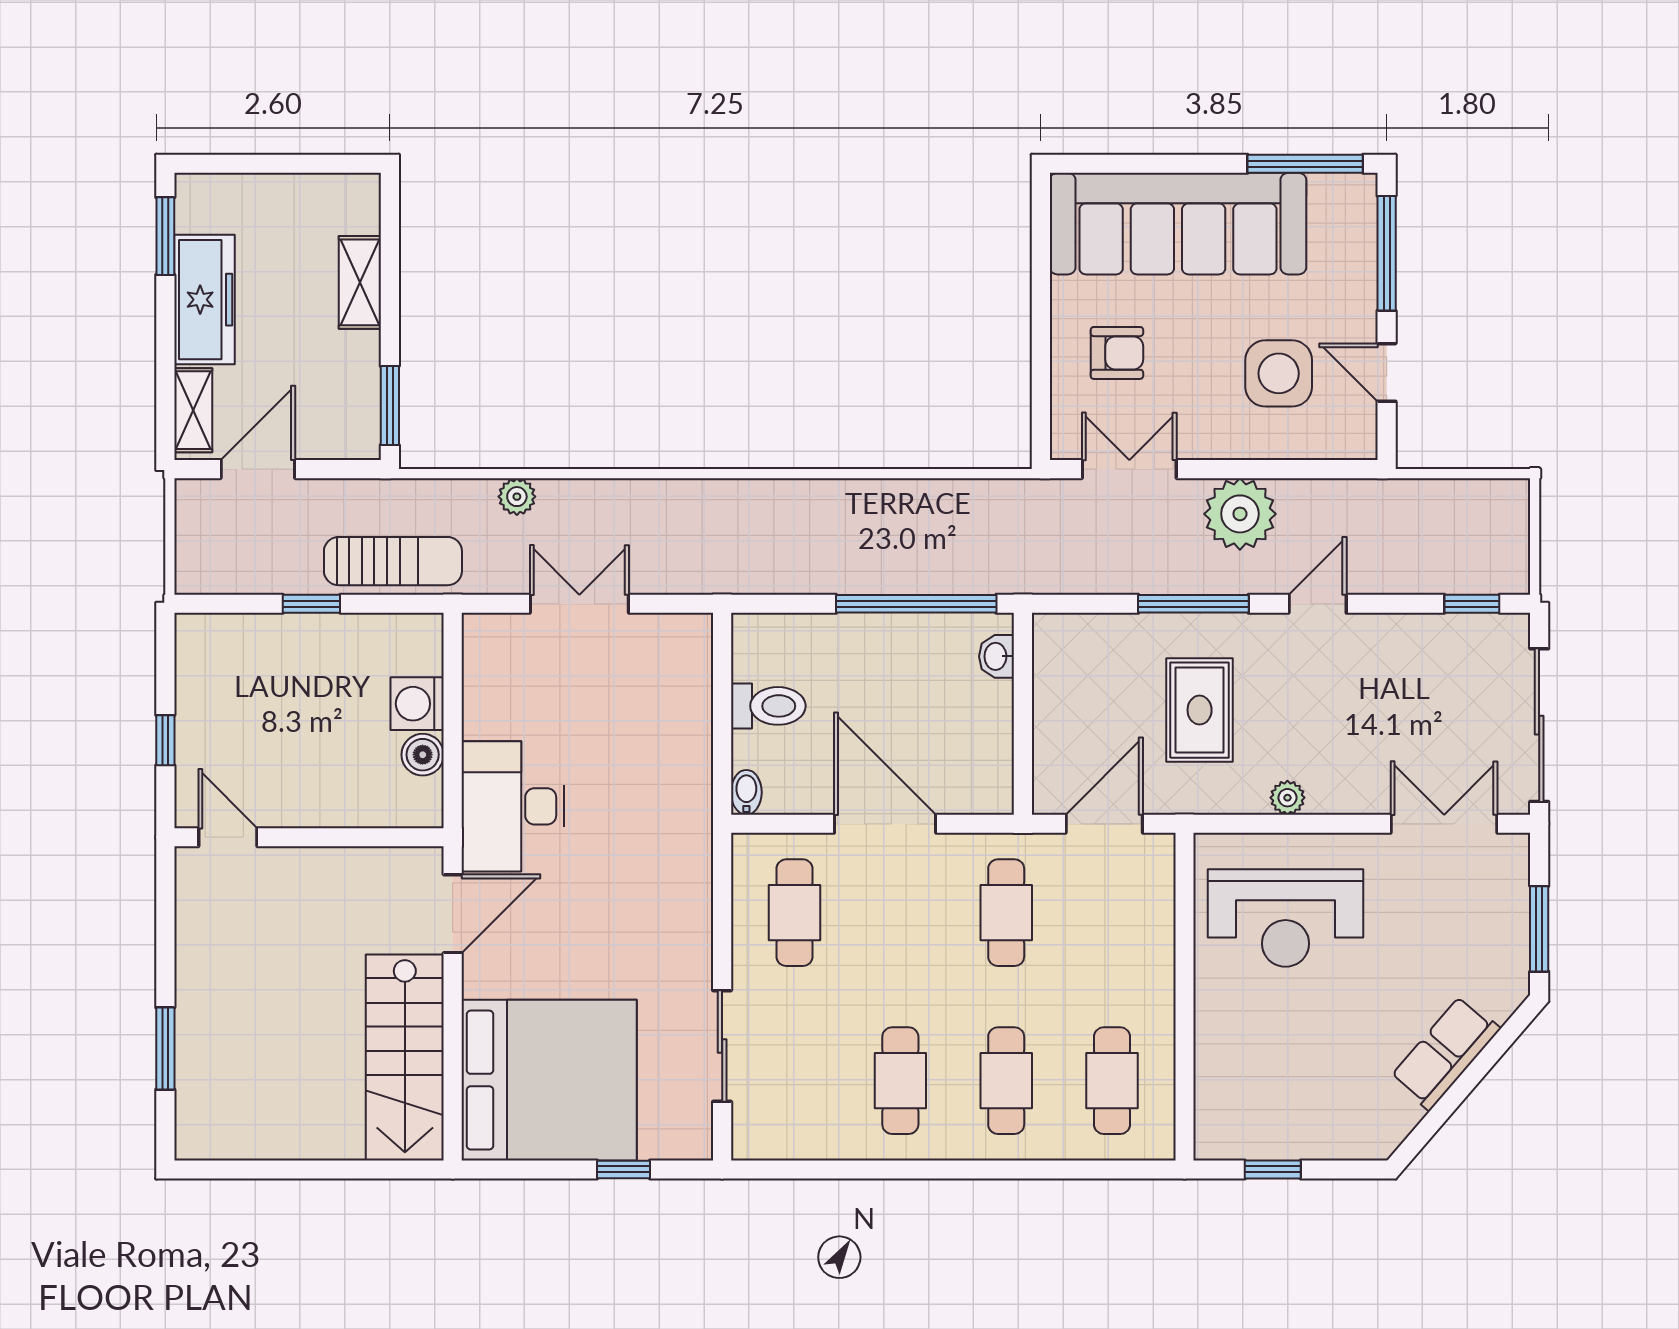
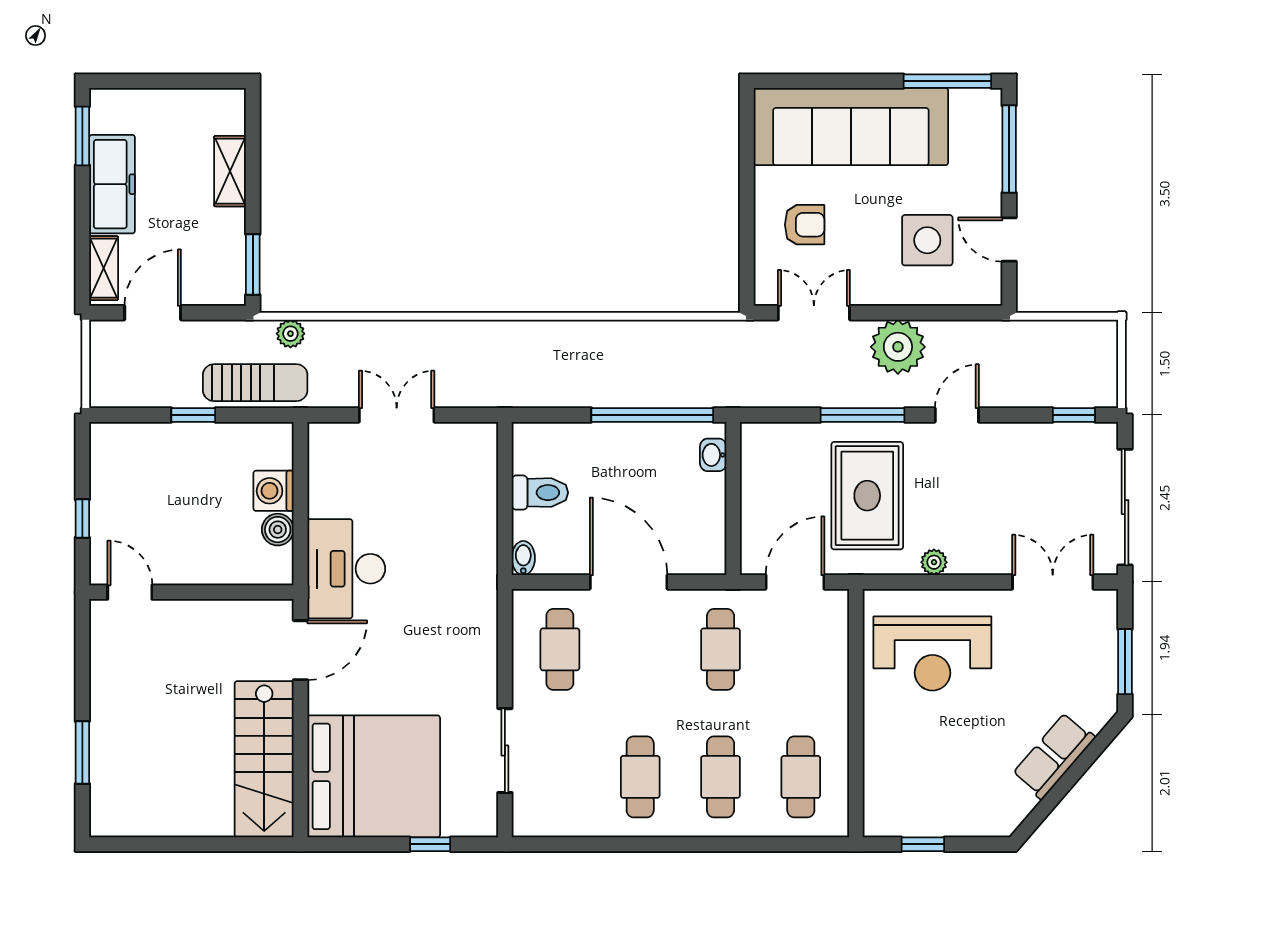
plant: (517, 497) -> (290, 334), moved
rug: (1200, 710) -> (867, 496), width x1.36, depth x1.43

